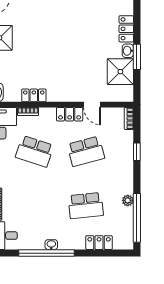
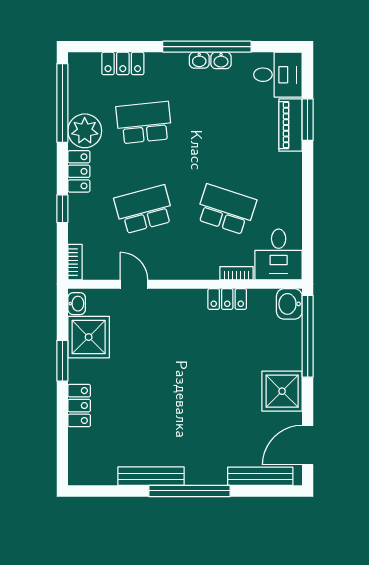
washbasin: (128, 51) -> (77, 304), moved
locker: (70, 114) -> (79, 171), moved, turned 90
plant: (128, 200) -> (85, 131), width x1.87, depth x1.87
washbasin: (38, 244) -> (221, 60), added

